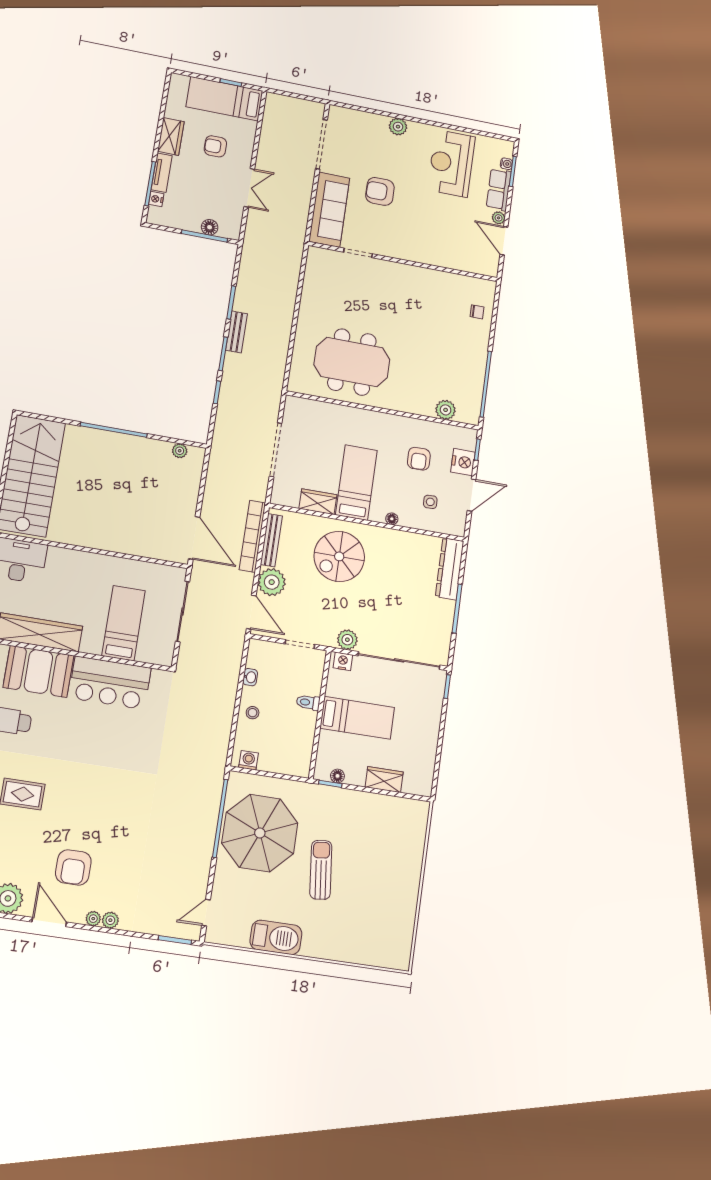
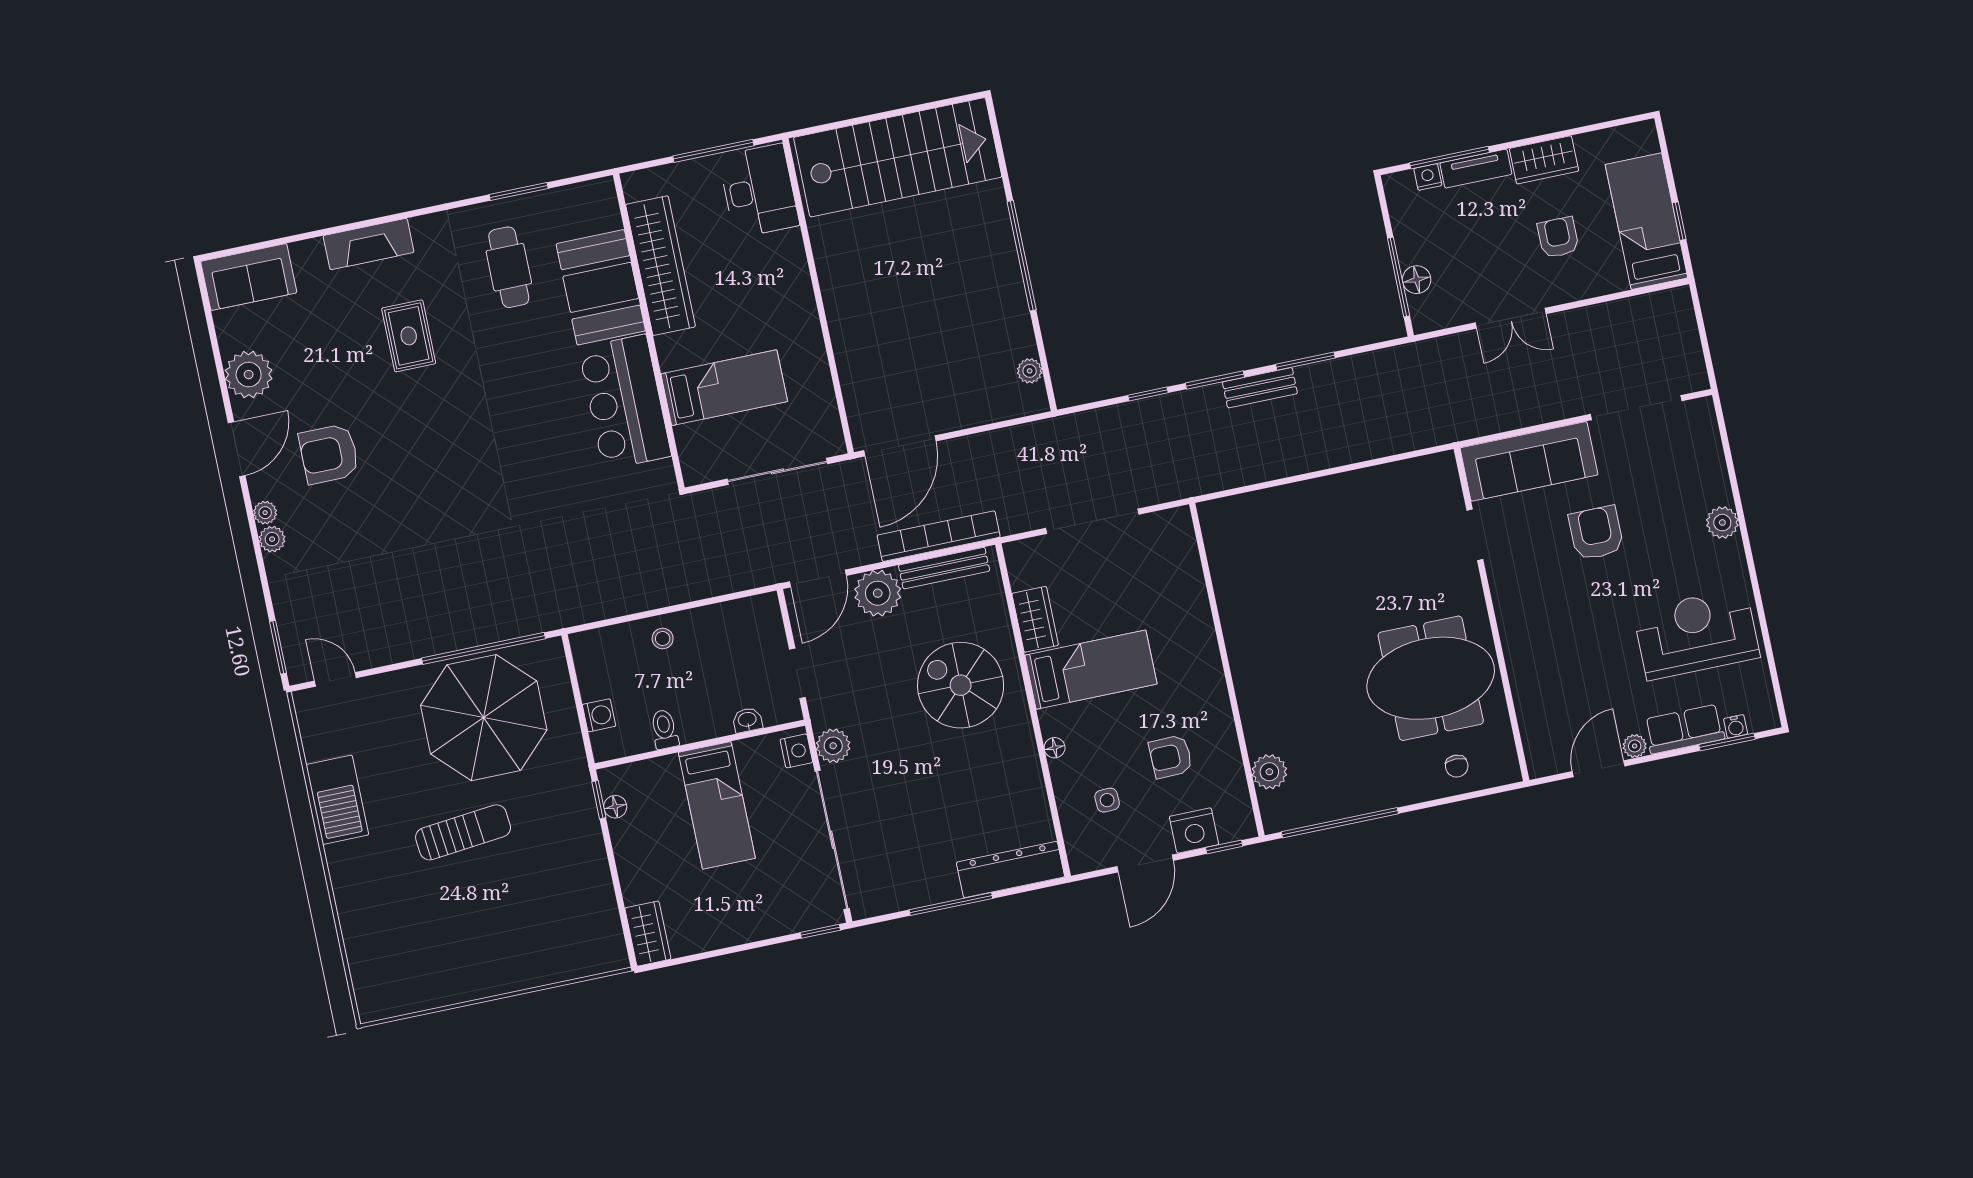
meeting table: (352, 362) -> (1431, 678), moved, turned 90
door: (472, 495) -> (1145, 863), hinge flipped
washbasin: (250, 677) -> (747, 720), moved, turned 180
toilet: (308, 702) -> (664, 729), moved
washing machine: (248, 760) -> (599, 715), moved
wardrobe: (384, 780) -> (648, 934), moved

